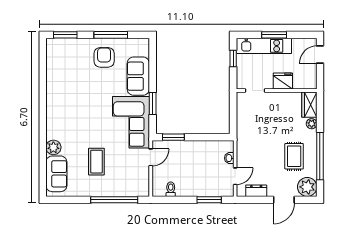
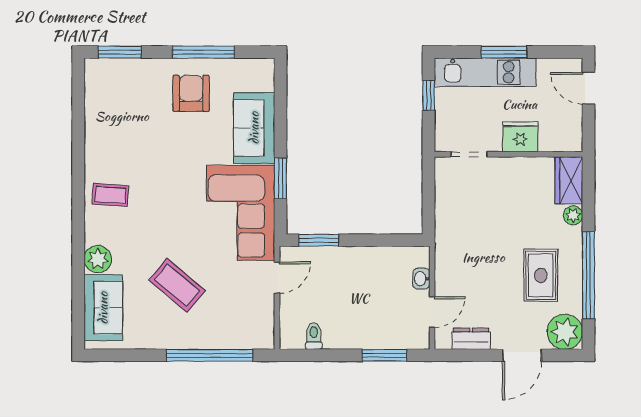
door: (320, 55) -> (588, 88), hinge flipped
coffee table: (60, 113) -> (110, 195), added
coffee table: (96, 162) -> (177, 285), turned -50

